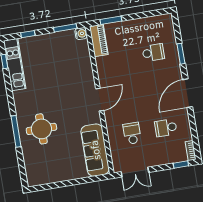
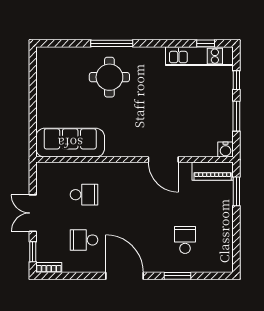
window: (65, 28) -> (236, 116), moved
school desk: (153, 53) -> (185, 240), turned 180
door: (100, 100) -> (163, 160), moved
school desk: (166, 128) -> (84, 240), turned -90
double door: (135, 172) -> (33, 213), moved

